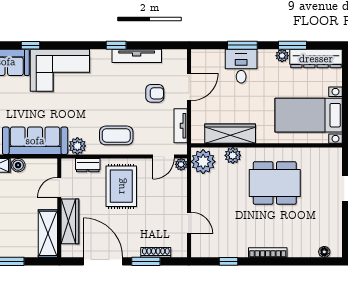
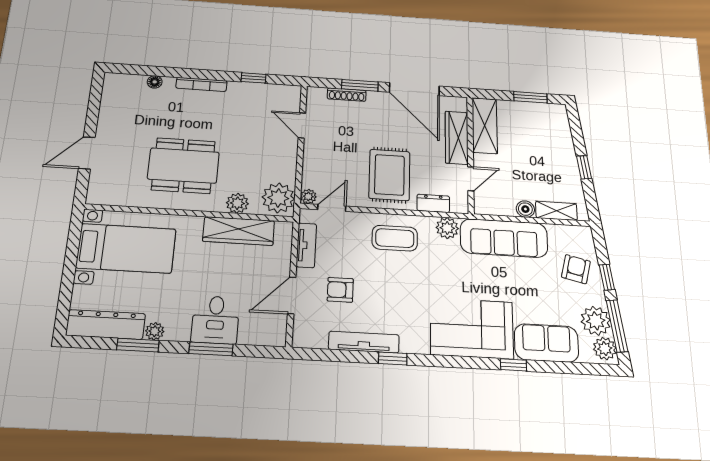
floor lamp: (324, 252) -> (155, 82), moved

